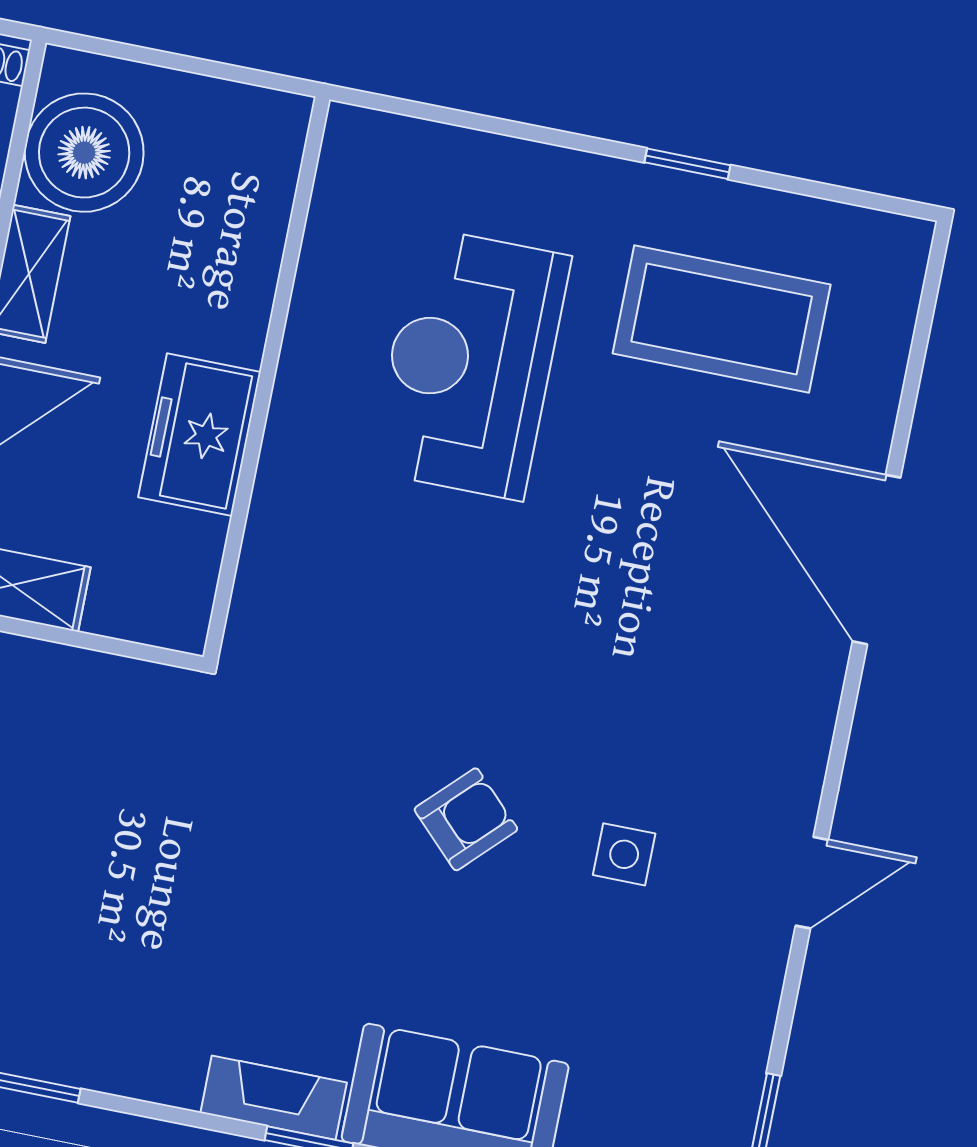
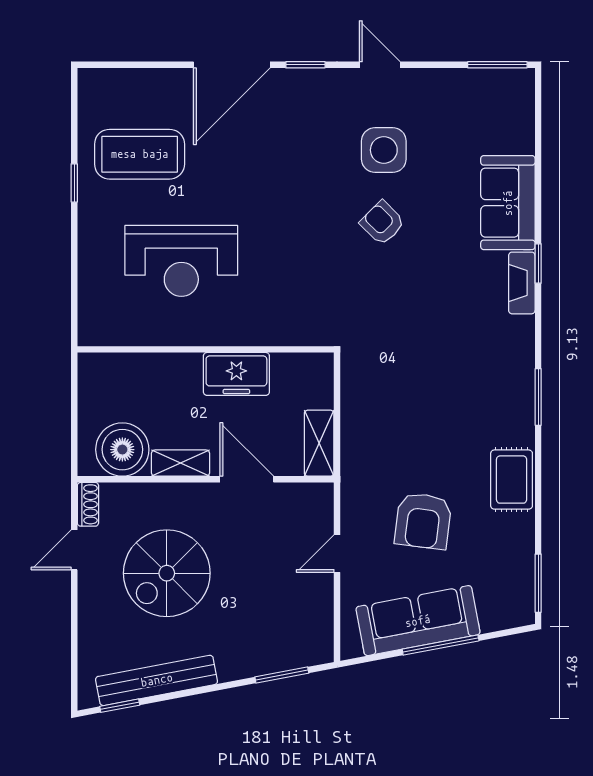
coffee table: (722, 319) -> (140, 154), turned 90
window: (844, 720) -> (305, 65), added
side table: (624, 854) -> (384, 150), width x1.87, depth x1.87

